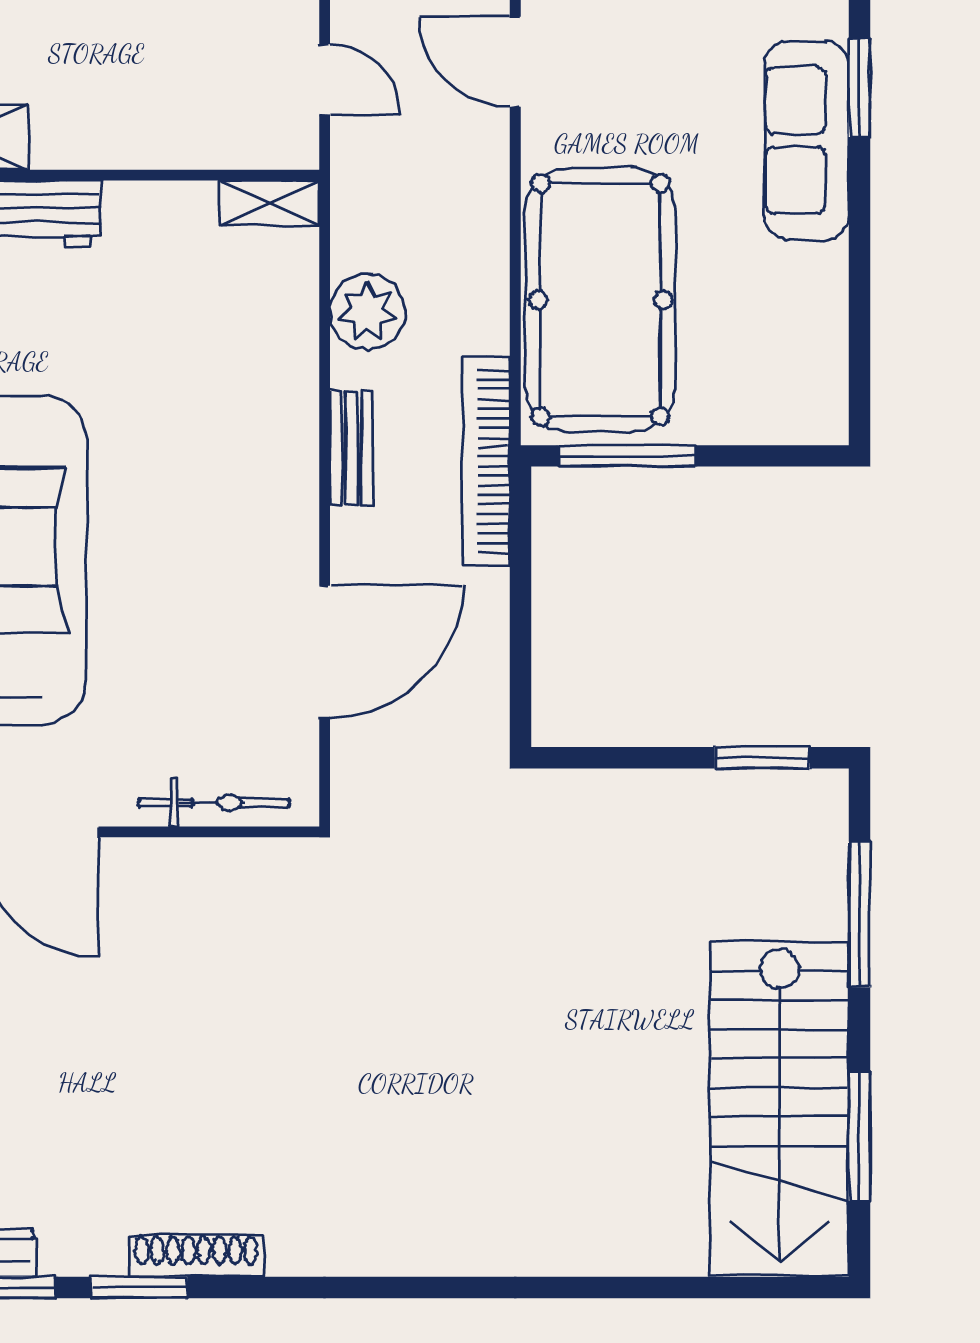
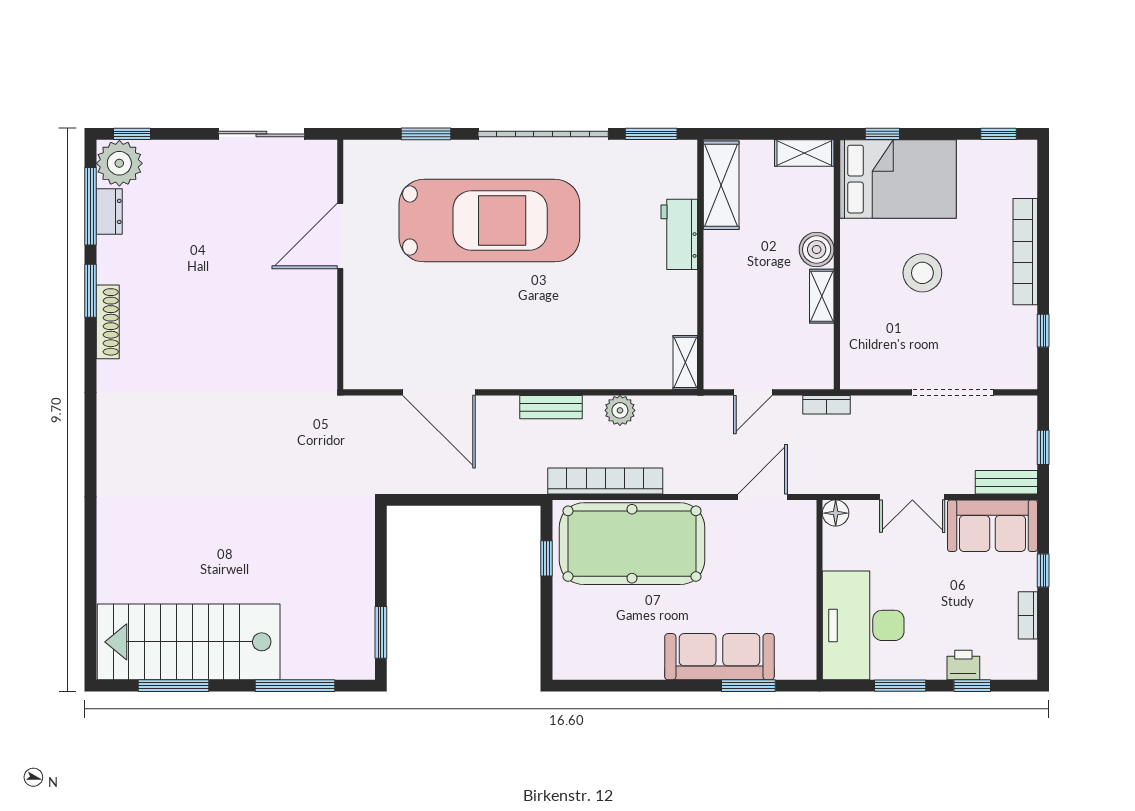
plant: (367, 312) -> (620, 410), width x0.73, depth x0.73
window: (627, 456) -> (546, 558), width x0.46
bookcase: (486, 461) -> (605, 481), moved
bicycle: (214, 803) -> (356, 332), removed

